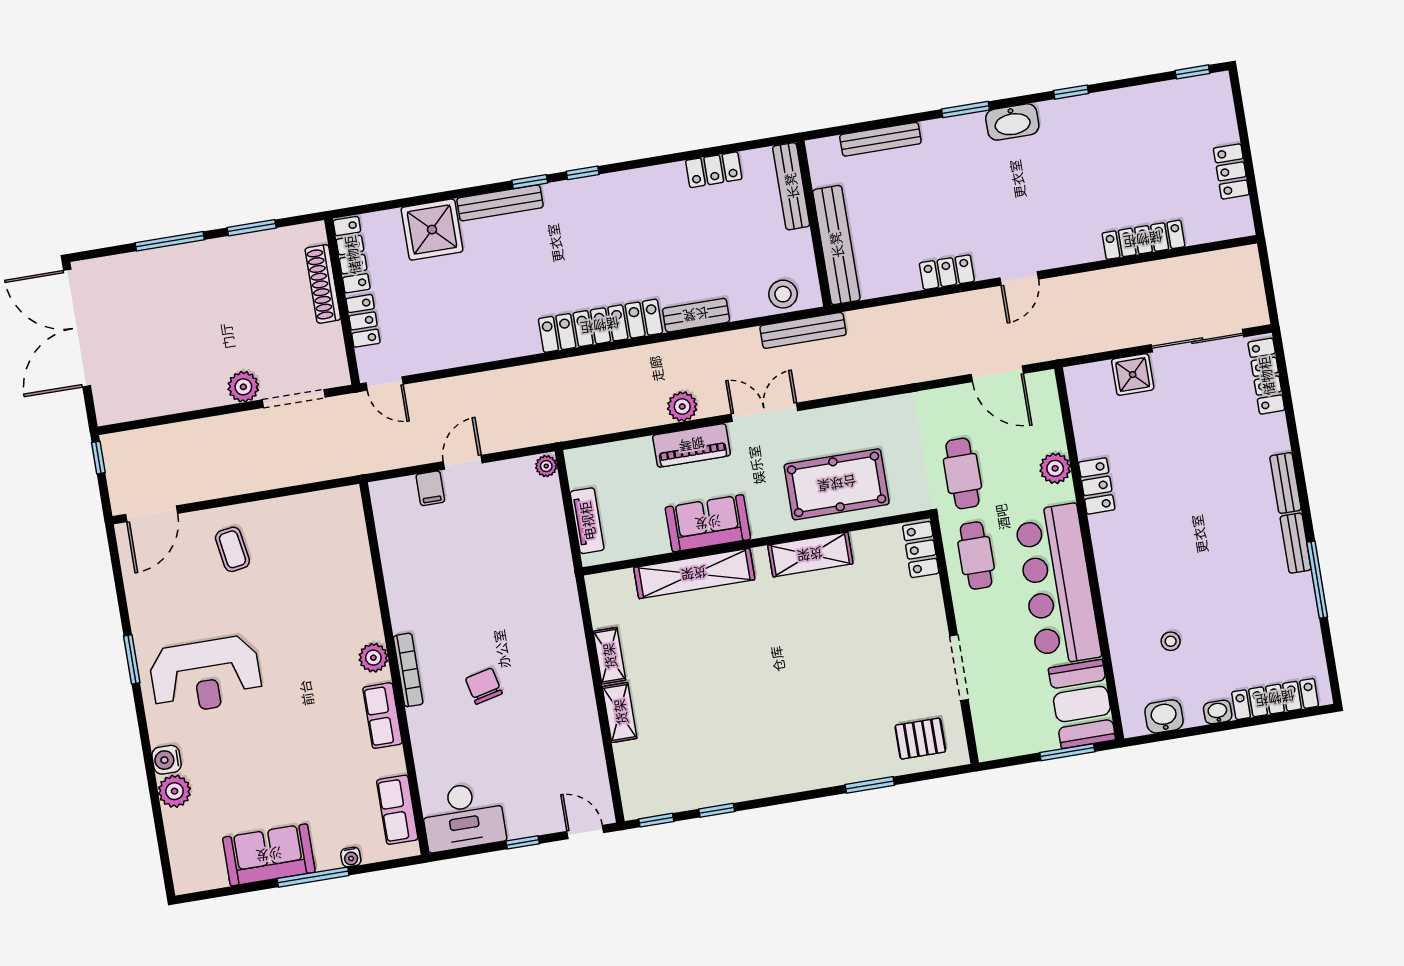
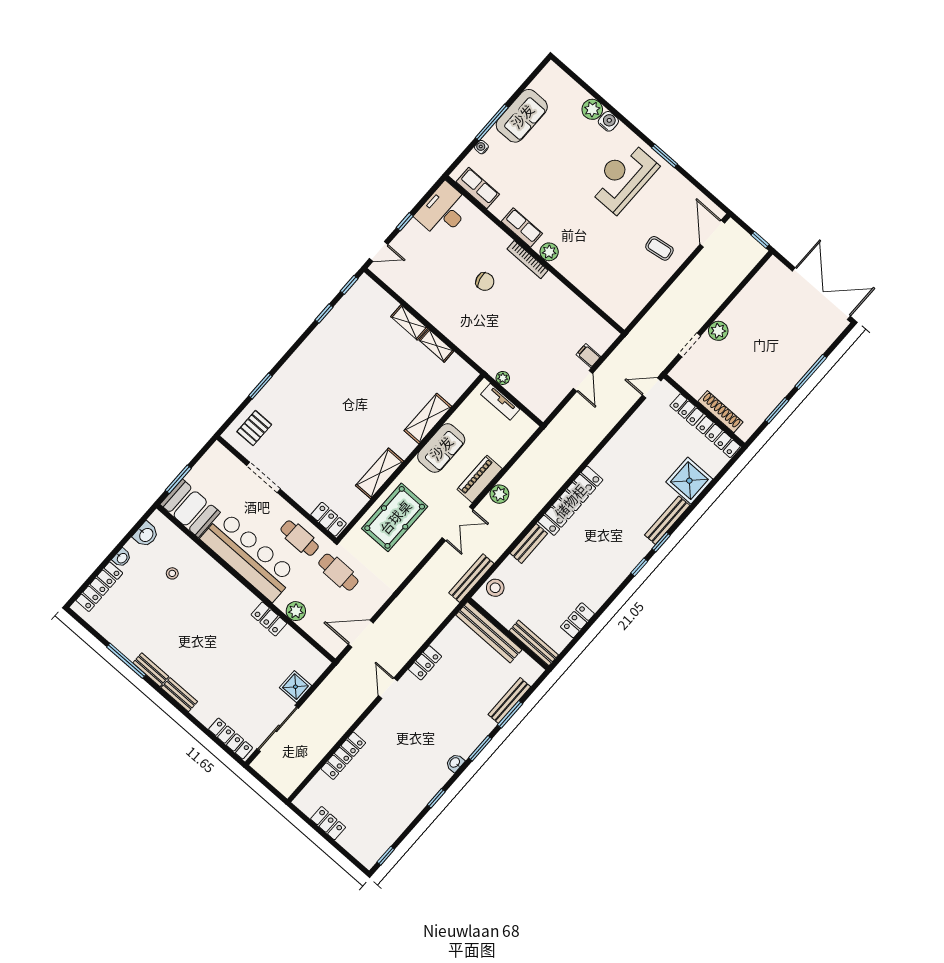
window: (894, 121) -> (510, 714), added
washbasin: (1012, 122) -> (455, 763), width x0.52, depth x0.69
doorway: (294, 399) -> (689, 345), width x0.73
plant: (546, 466) -> (503, 378), moved
shelving: (694, 574) -> (428, 419), width x0.68

